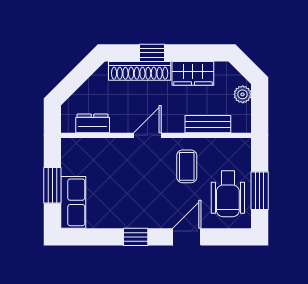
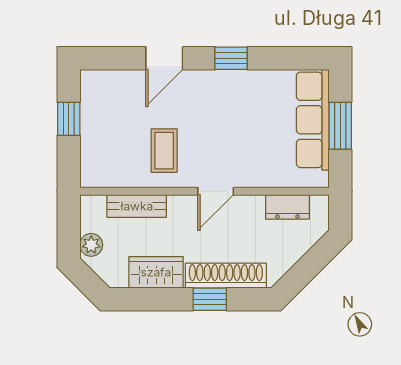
window: (260, 191) -> (69, 119), width x0.67
wheelchair: (228, 194) -> (110, 114), removed
row of seats: (73, 202) -> (313, 120), width x1.48

